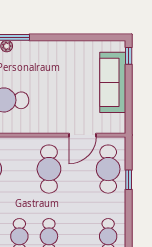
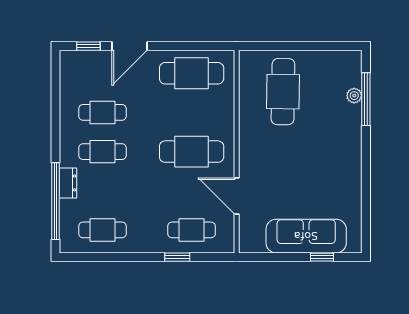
window: (129, 56) -> (322, 257), moved
cafe table: (108, 169) -> (192, 230), width x0.73, depth x0.74

